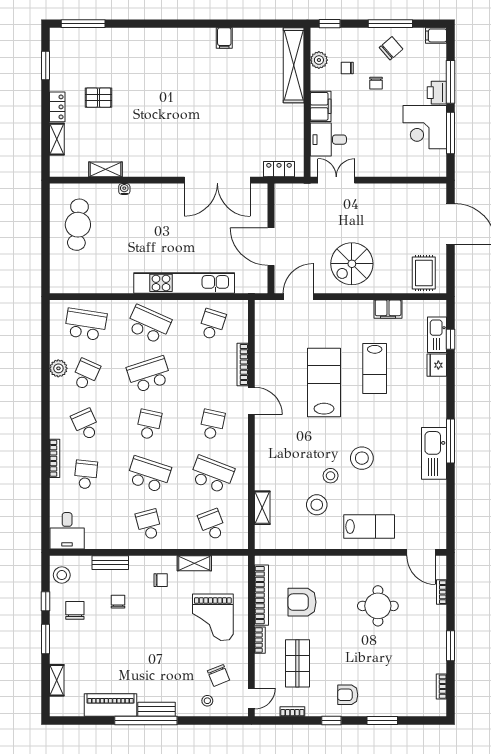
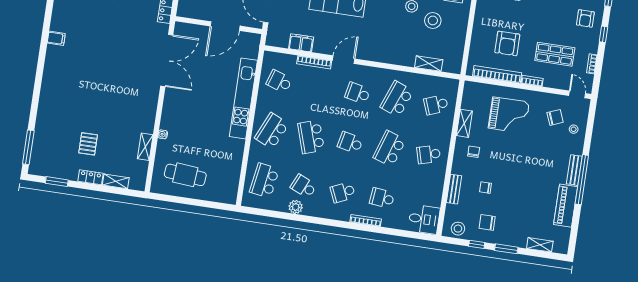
filing cabinet: (264, 345) -> (301, 43), added

